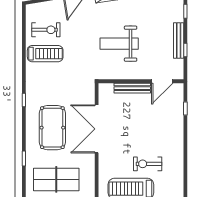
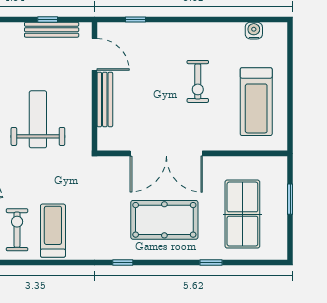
bench: (179, 40) -> (52, 30), moved
weight bench: (119, 44) -> (38, 119), turned 180
exercise bike: (148, 164) -> (198, 81), moved
water cooler: (178, 187) -> (254, 31), added

